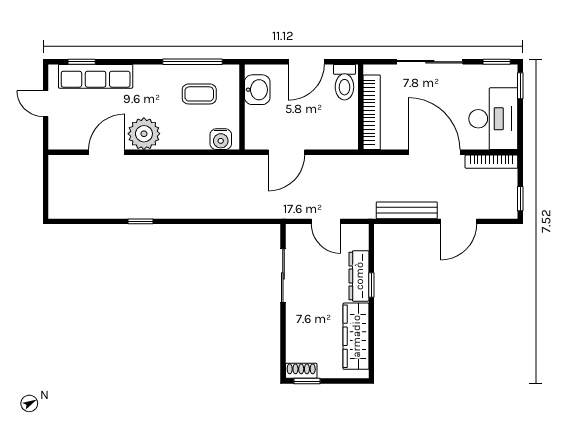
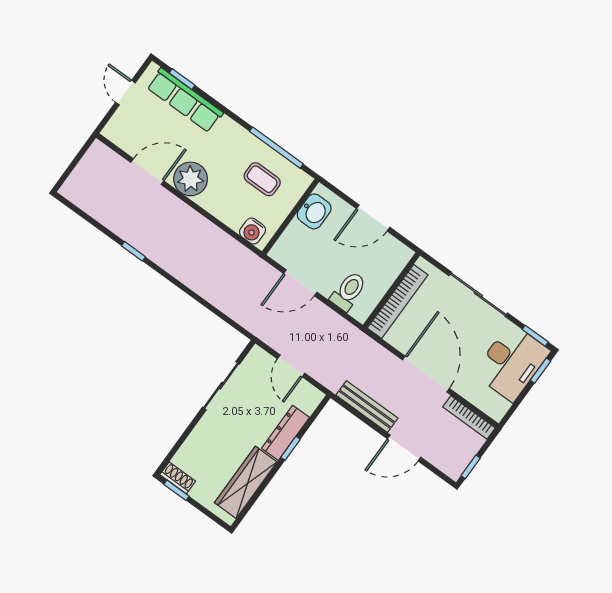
toilet: (344, 82) -> (349, 291), moved, turned 180
desk: (493, 119) -> (512, 362), moved

